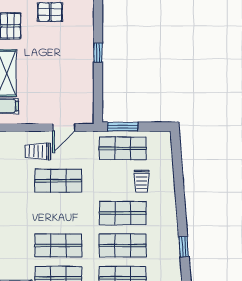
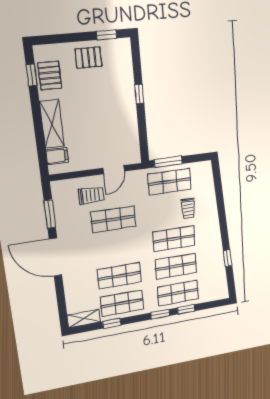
trolley: (38, 151) -> (91, 195), turned 180

